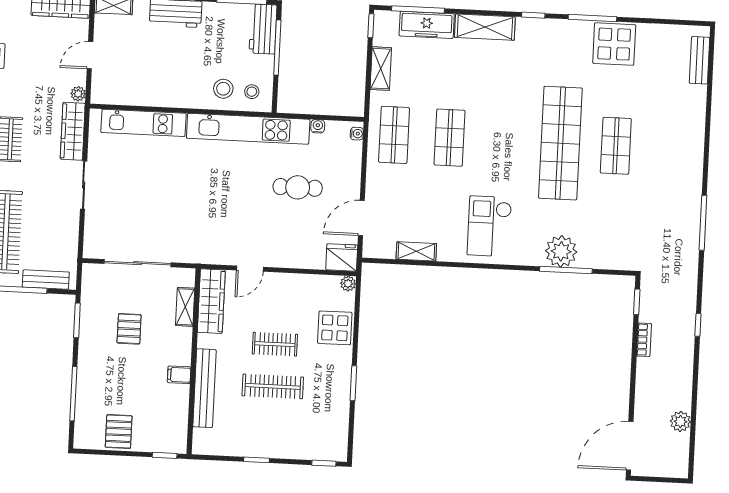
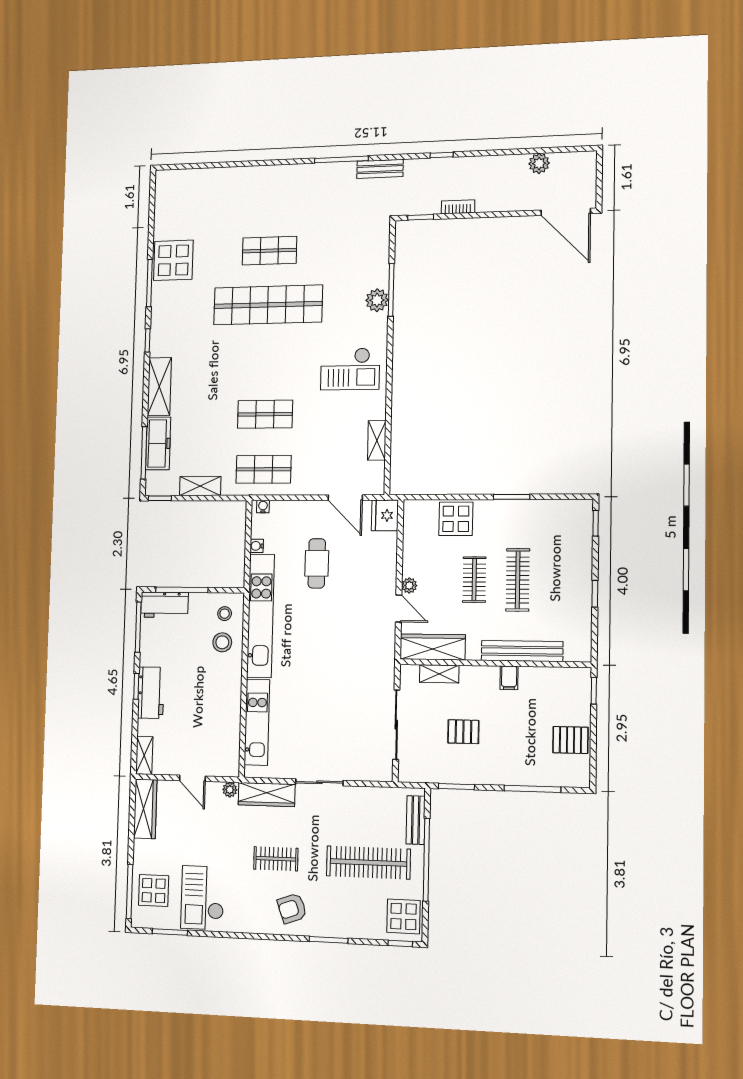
bench: (699, 60) -> (380, 169), moved
plant: (561, 251) -> (377, 300), width x0.73, depth x0.73
plant: (348, 284) -> (409, 585), moved

